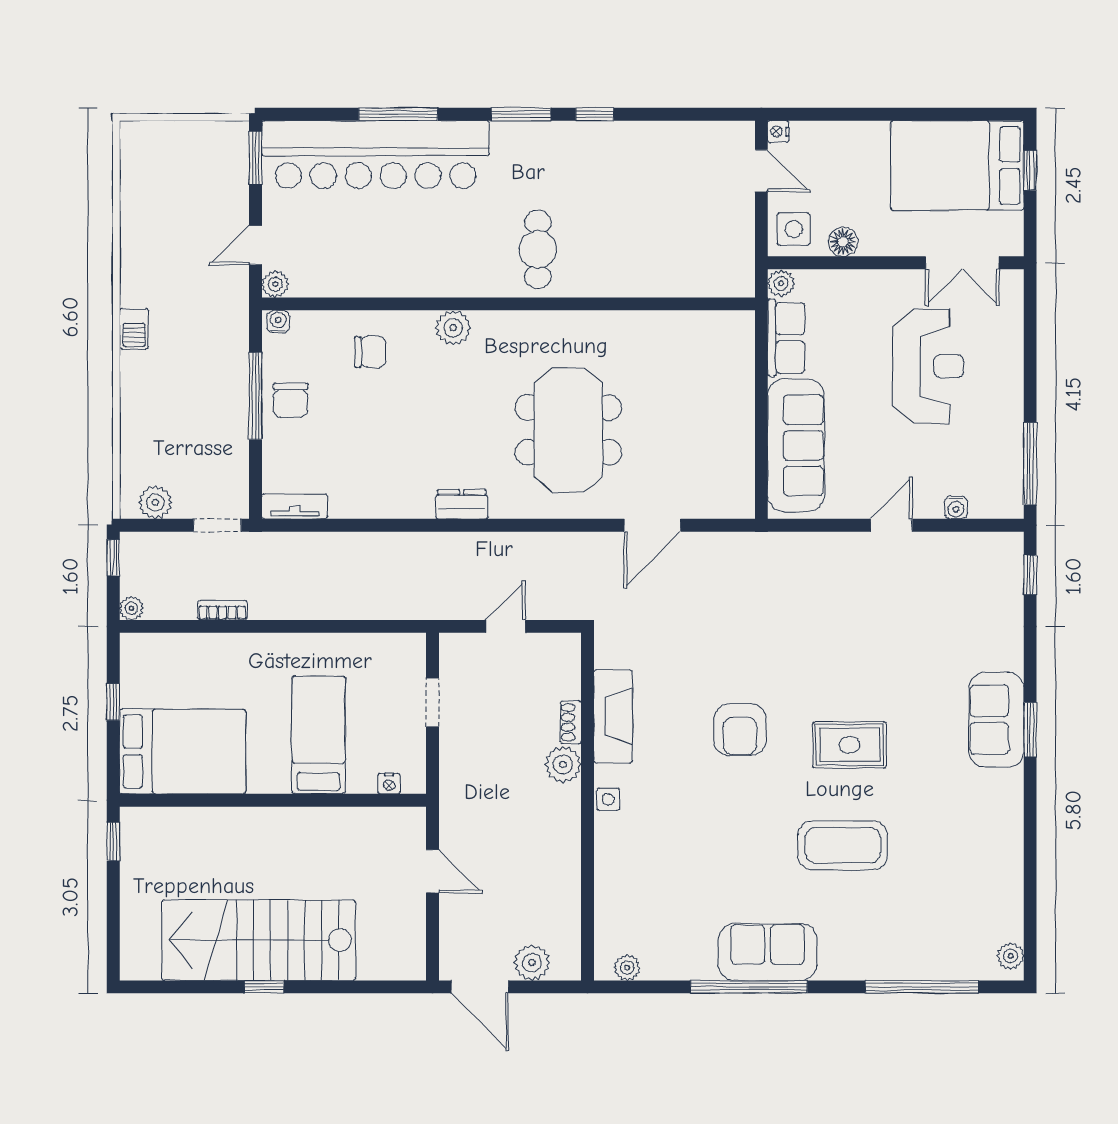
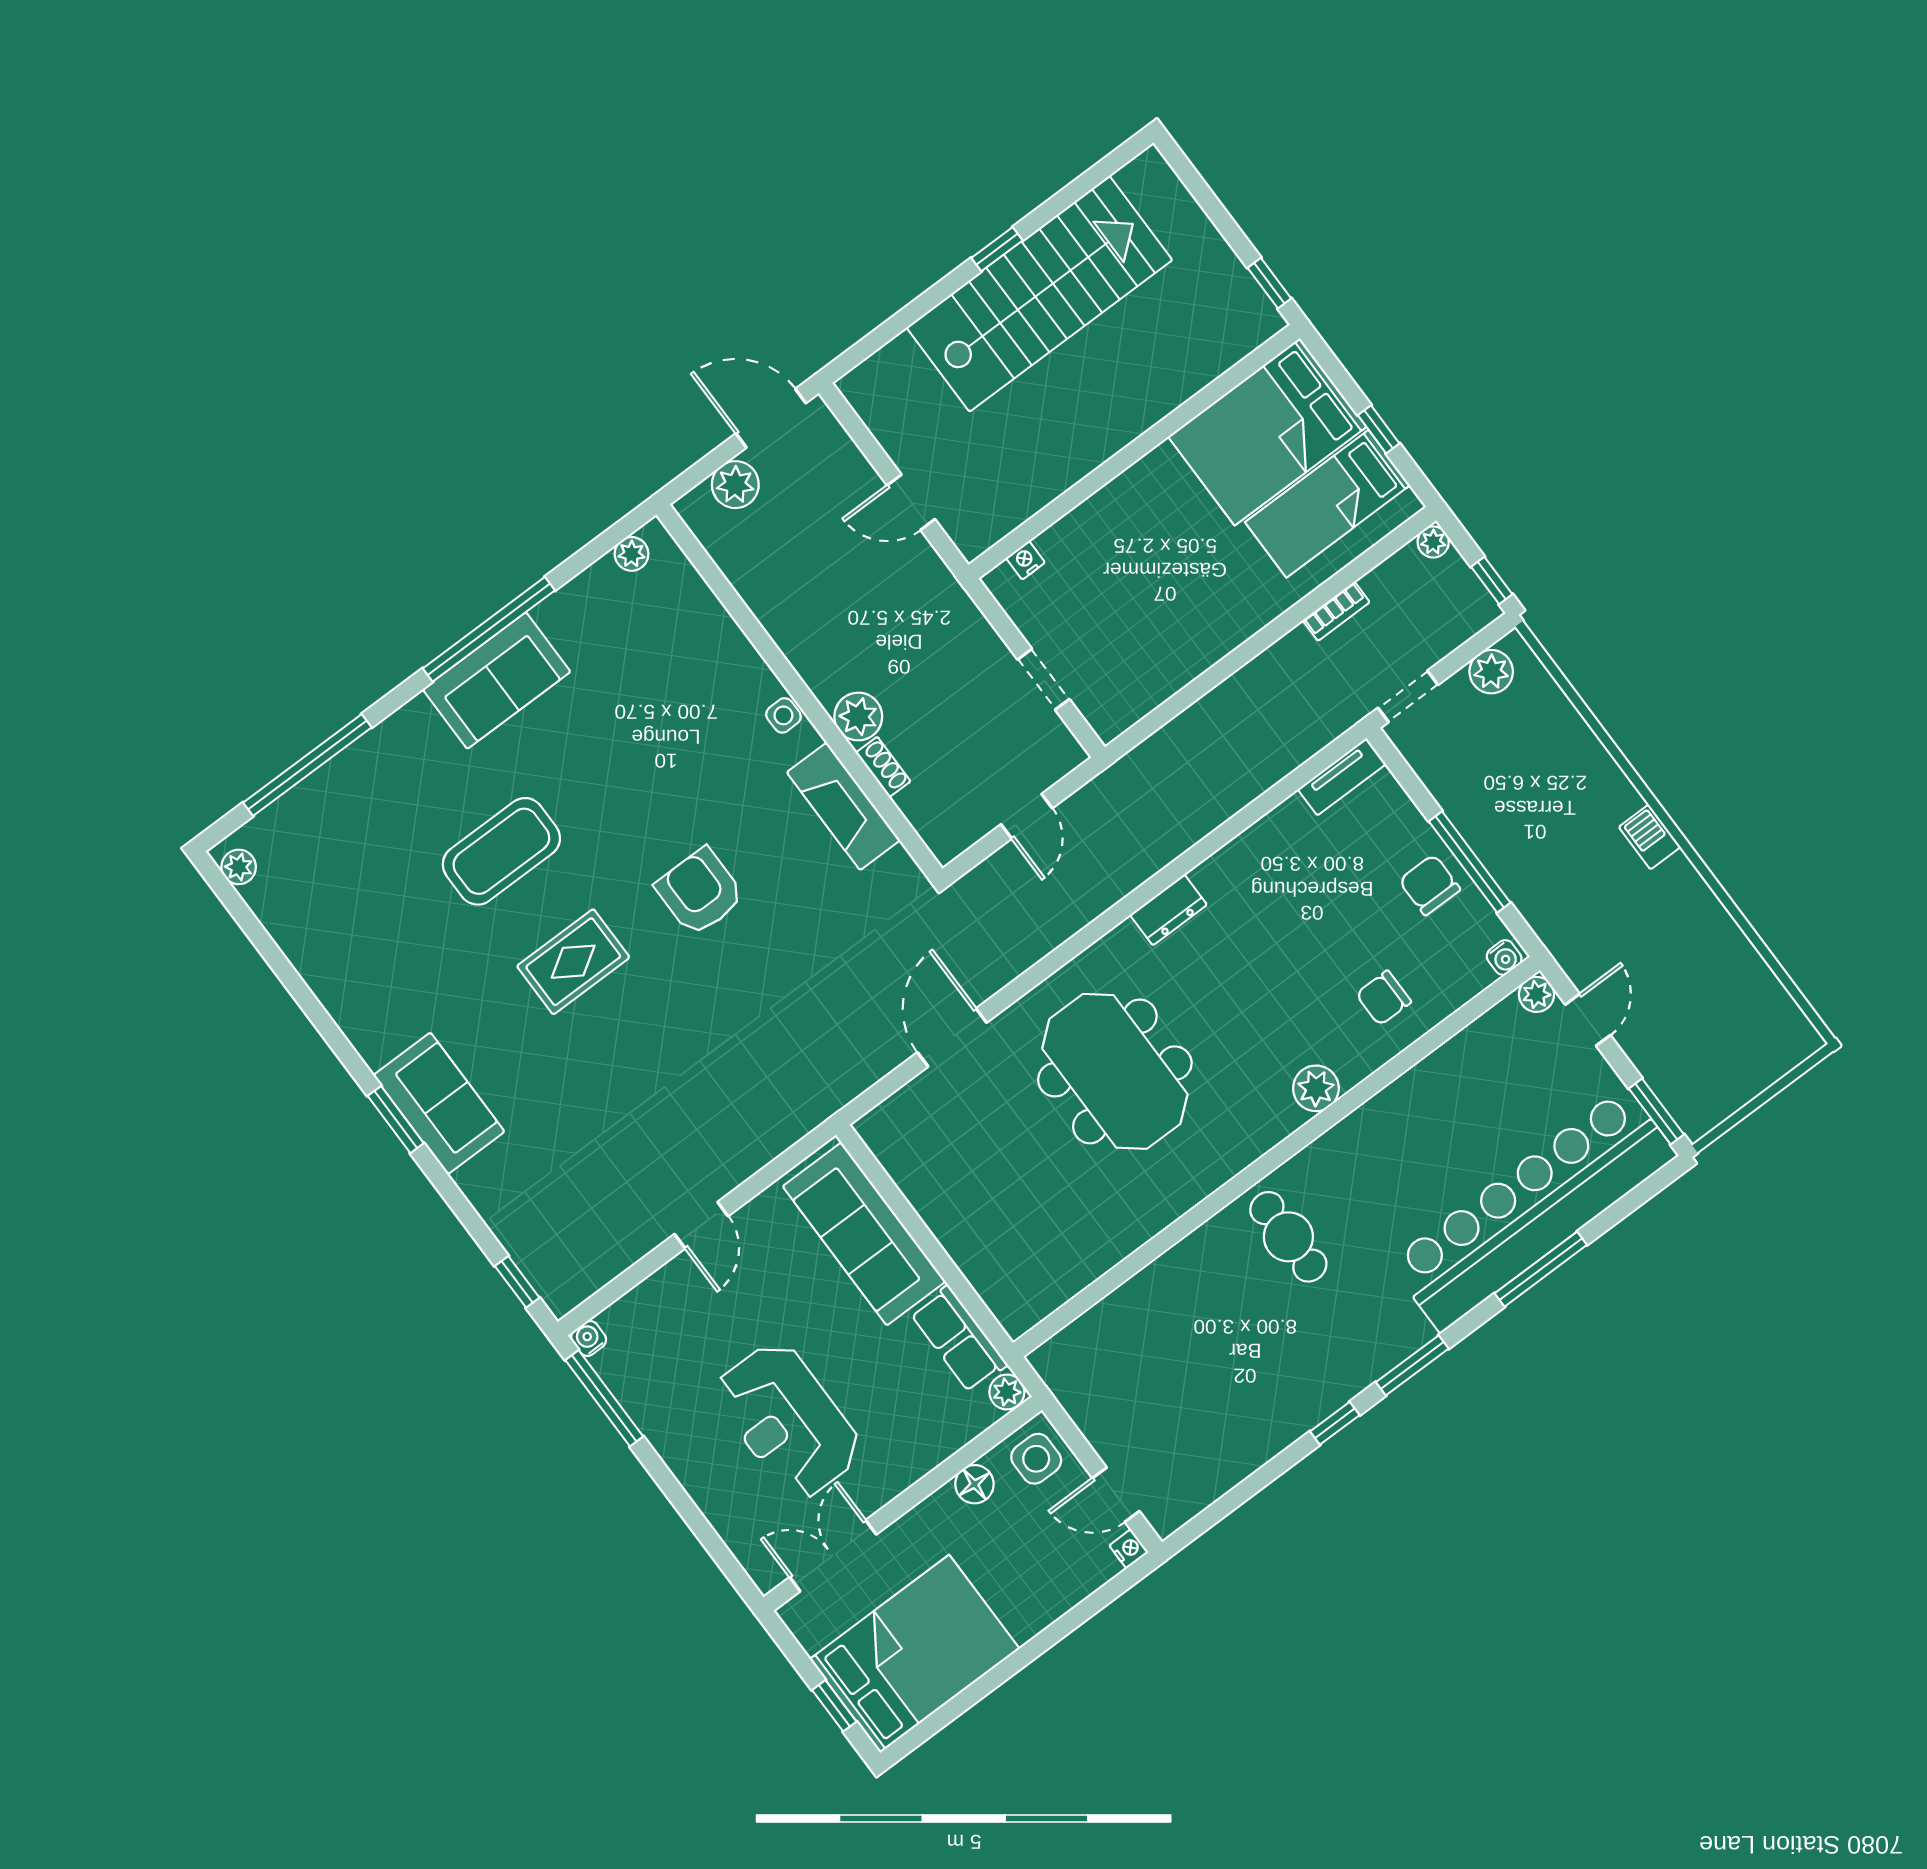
water cooler: (956, 507) -> (589, 1338), moved
bed: (319, 735) -> (1328, 504), moved, turned 90

